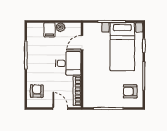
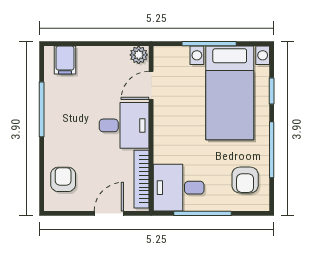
plant: (60, 27) -> (139, 55), moved
filing cabinet: (49, 30) -> (65, 60), moved
armchair: (130, 91) -> (245, 180), turned -90
desk: (96, 95) -> (179, 188), added
door: (60, 108) -> (109, 213), hinge flipped

